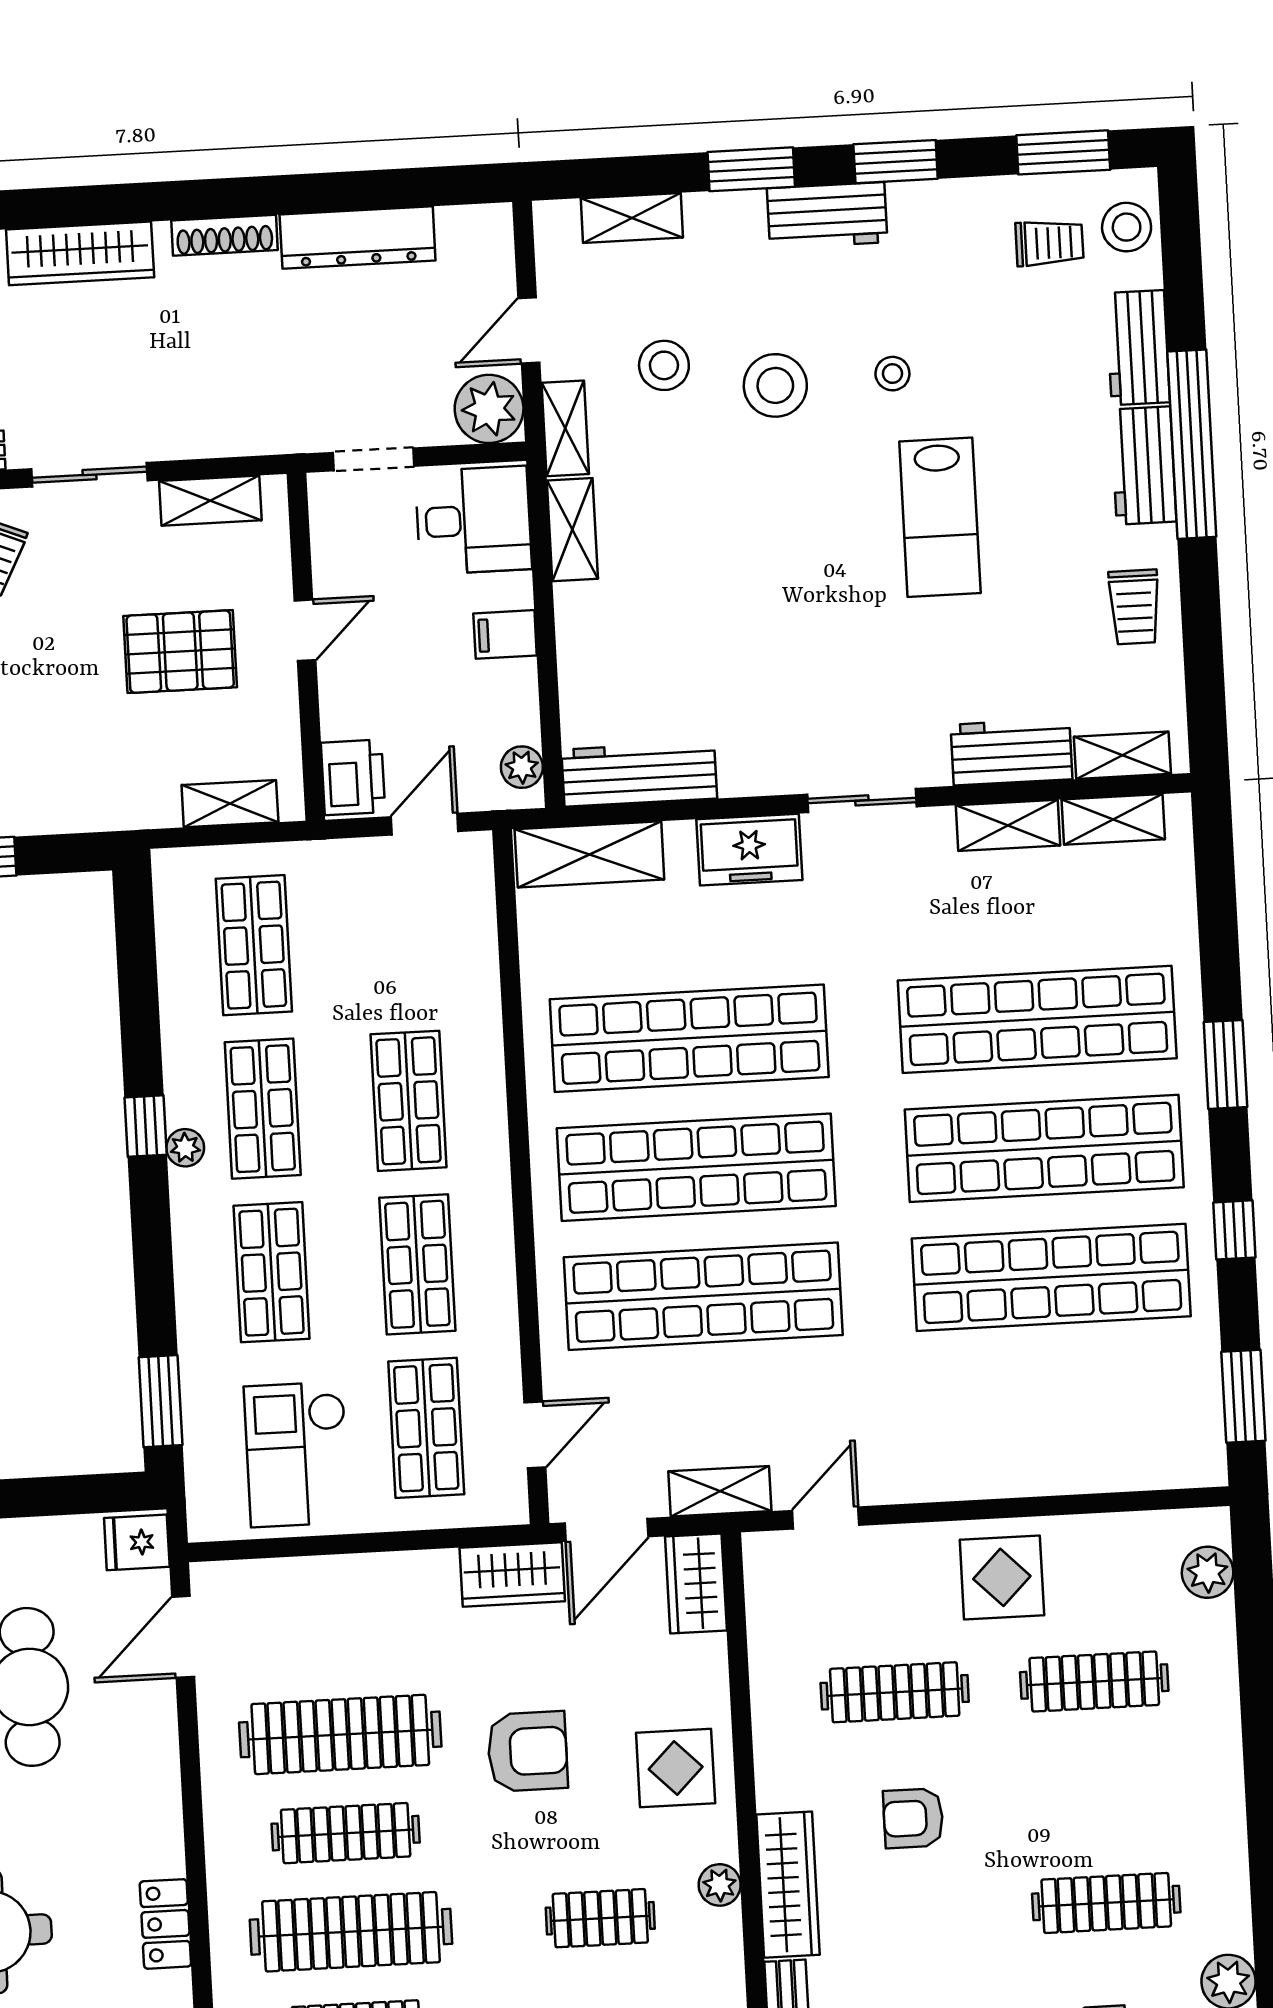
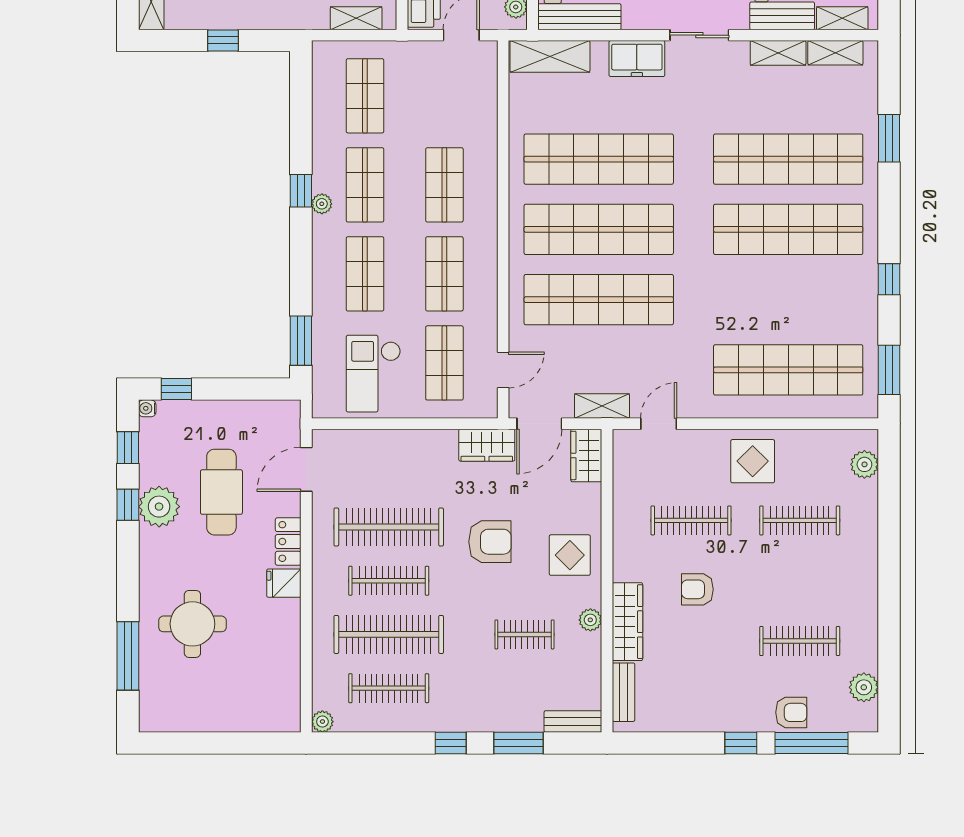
window: (1225, 1065) -> (889, 138), moved
shop shelf: (1051, 1277) -> (788, 370), moved
fridge: (137, 1542) -> (284, 583), moved
locker: (165, 1924) -> (288, 541), moved

